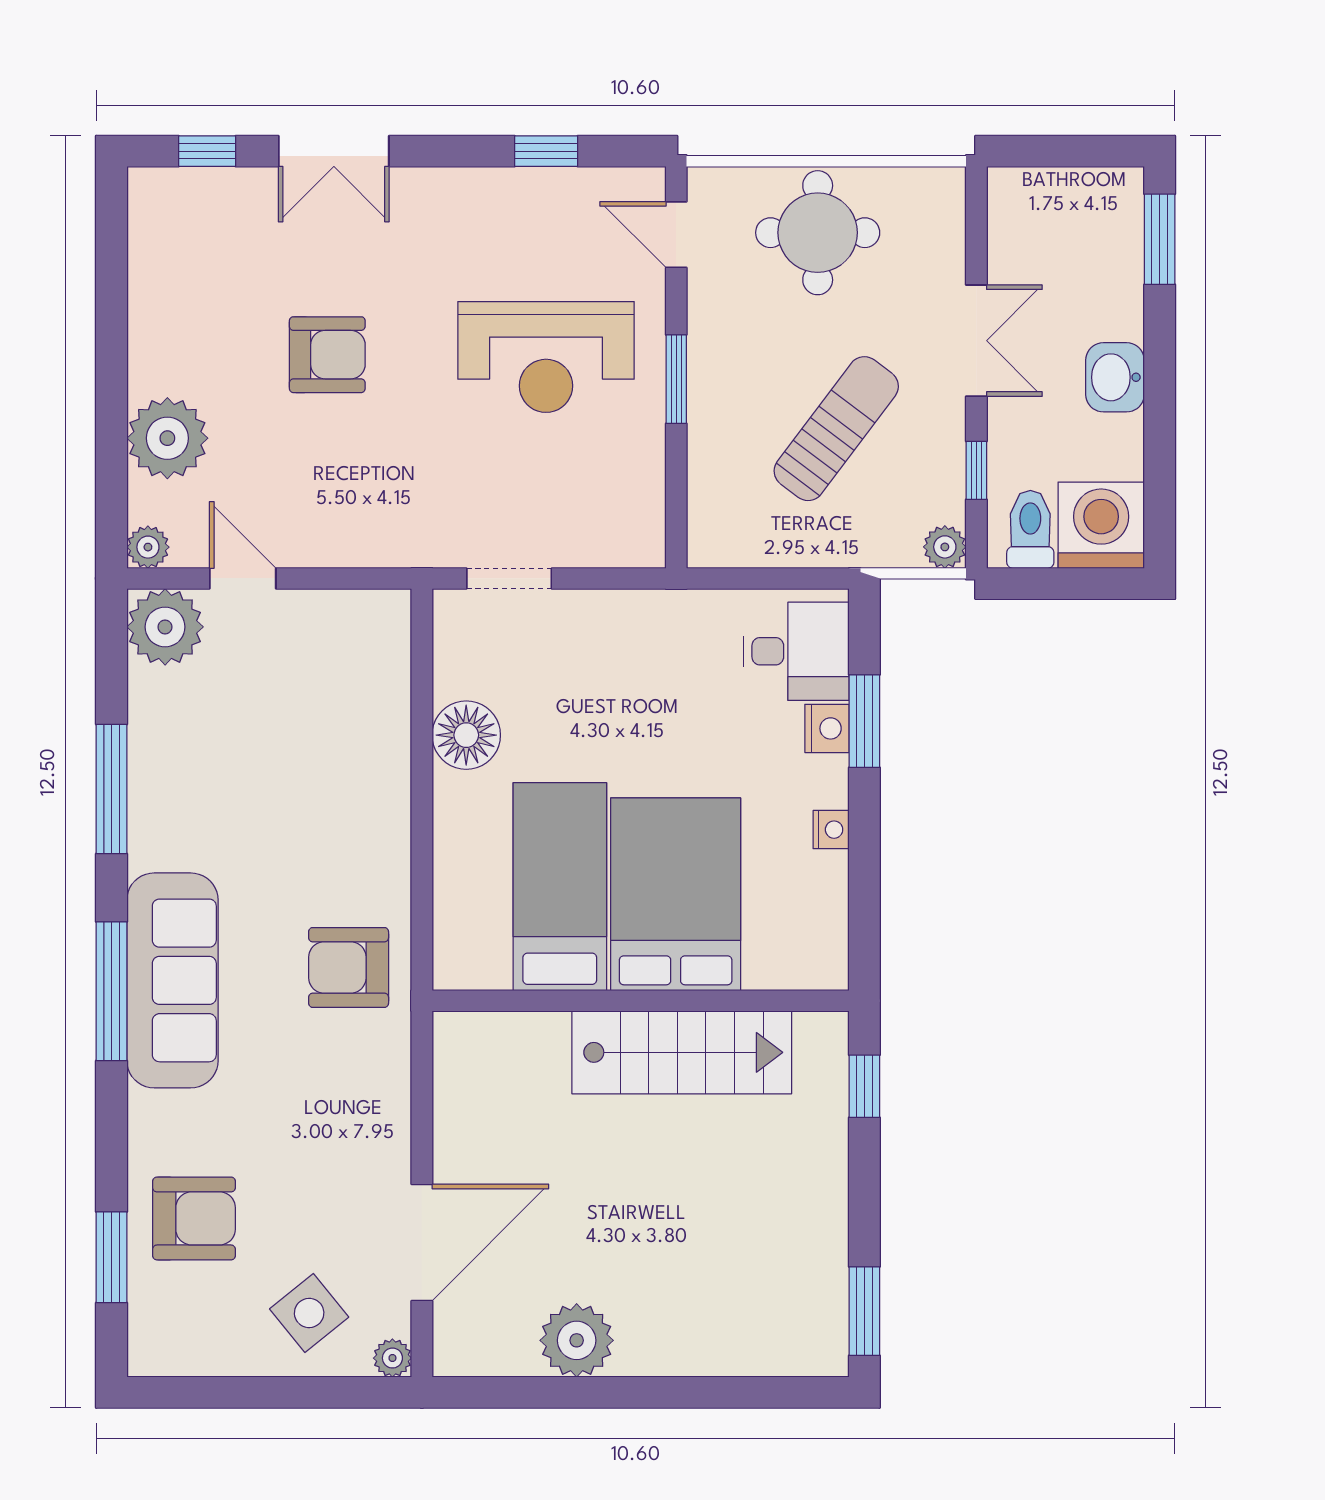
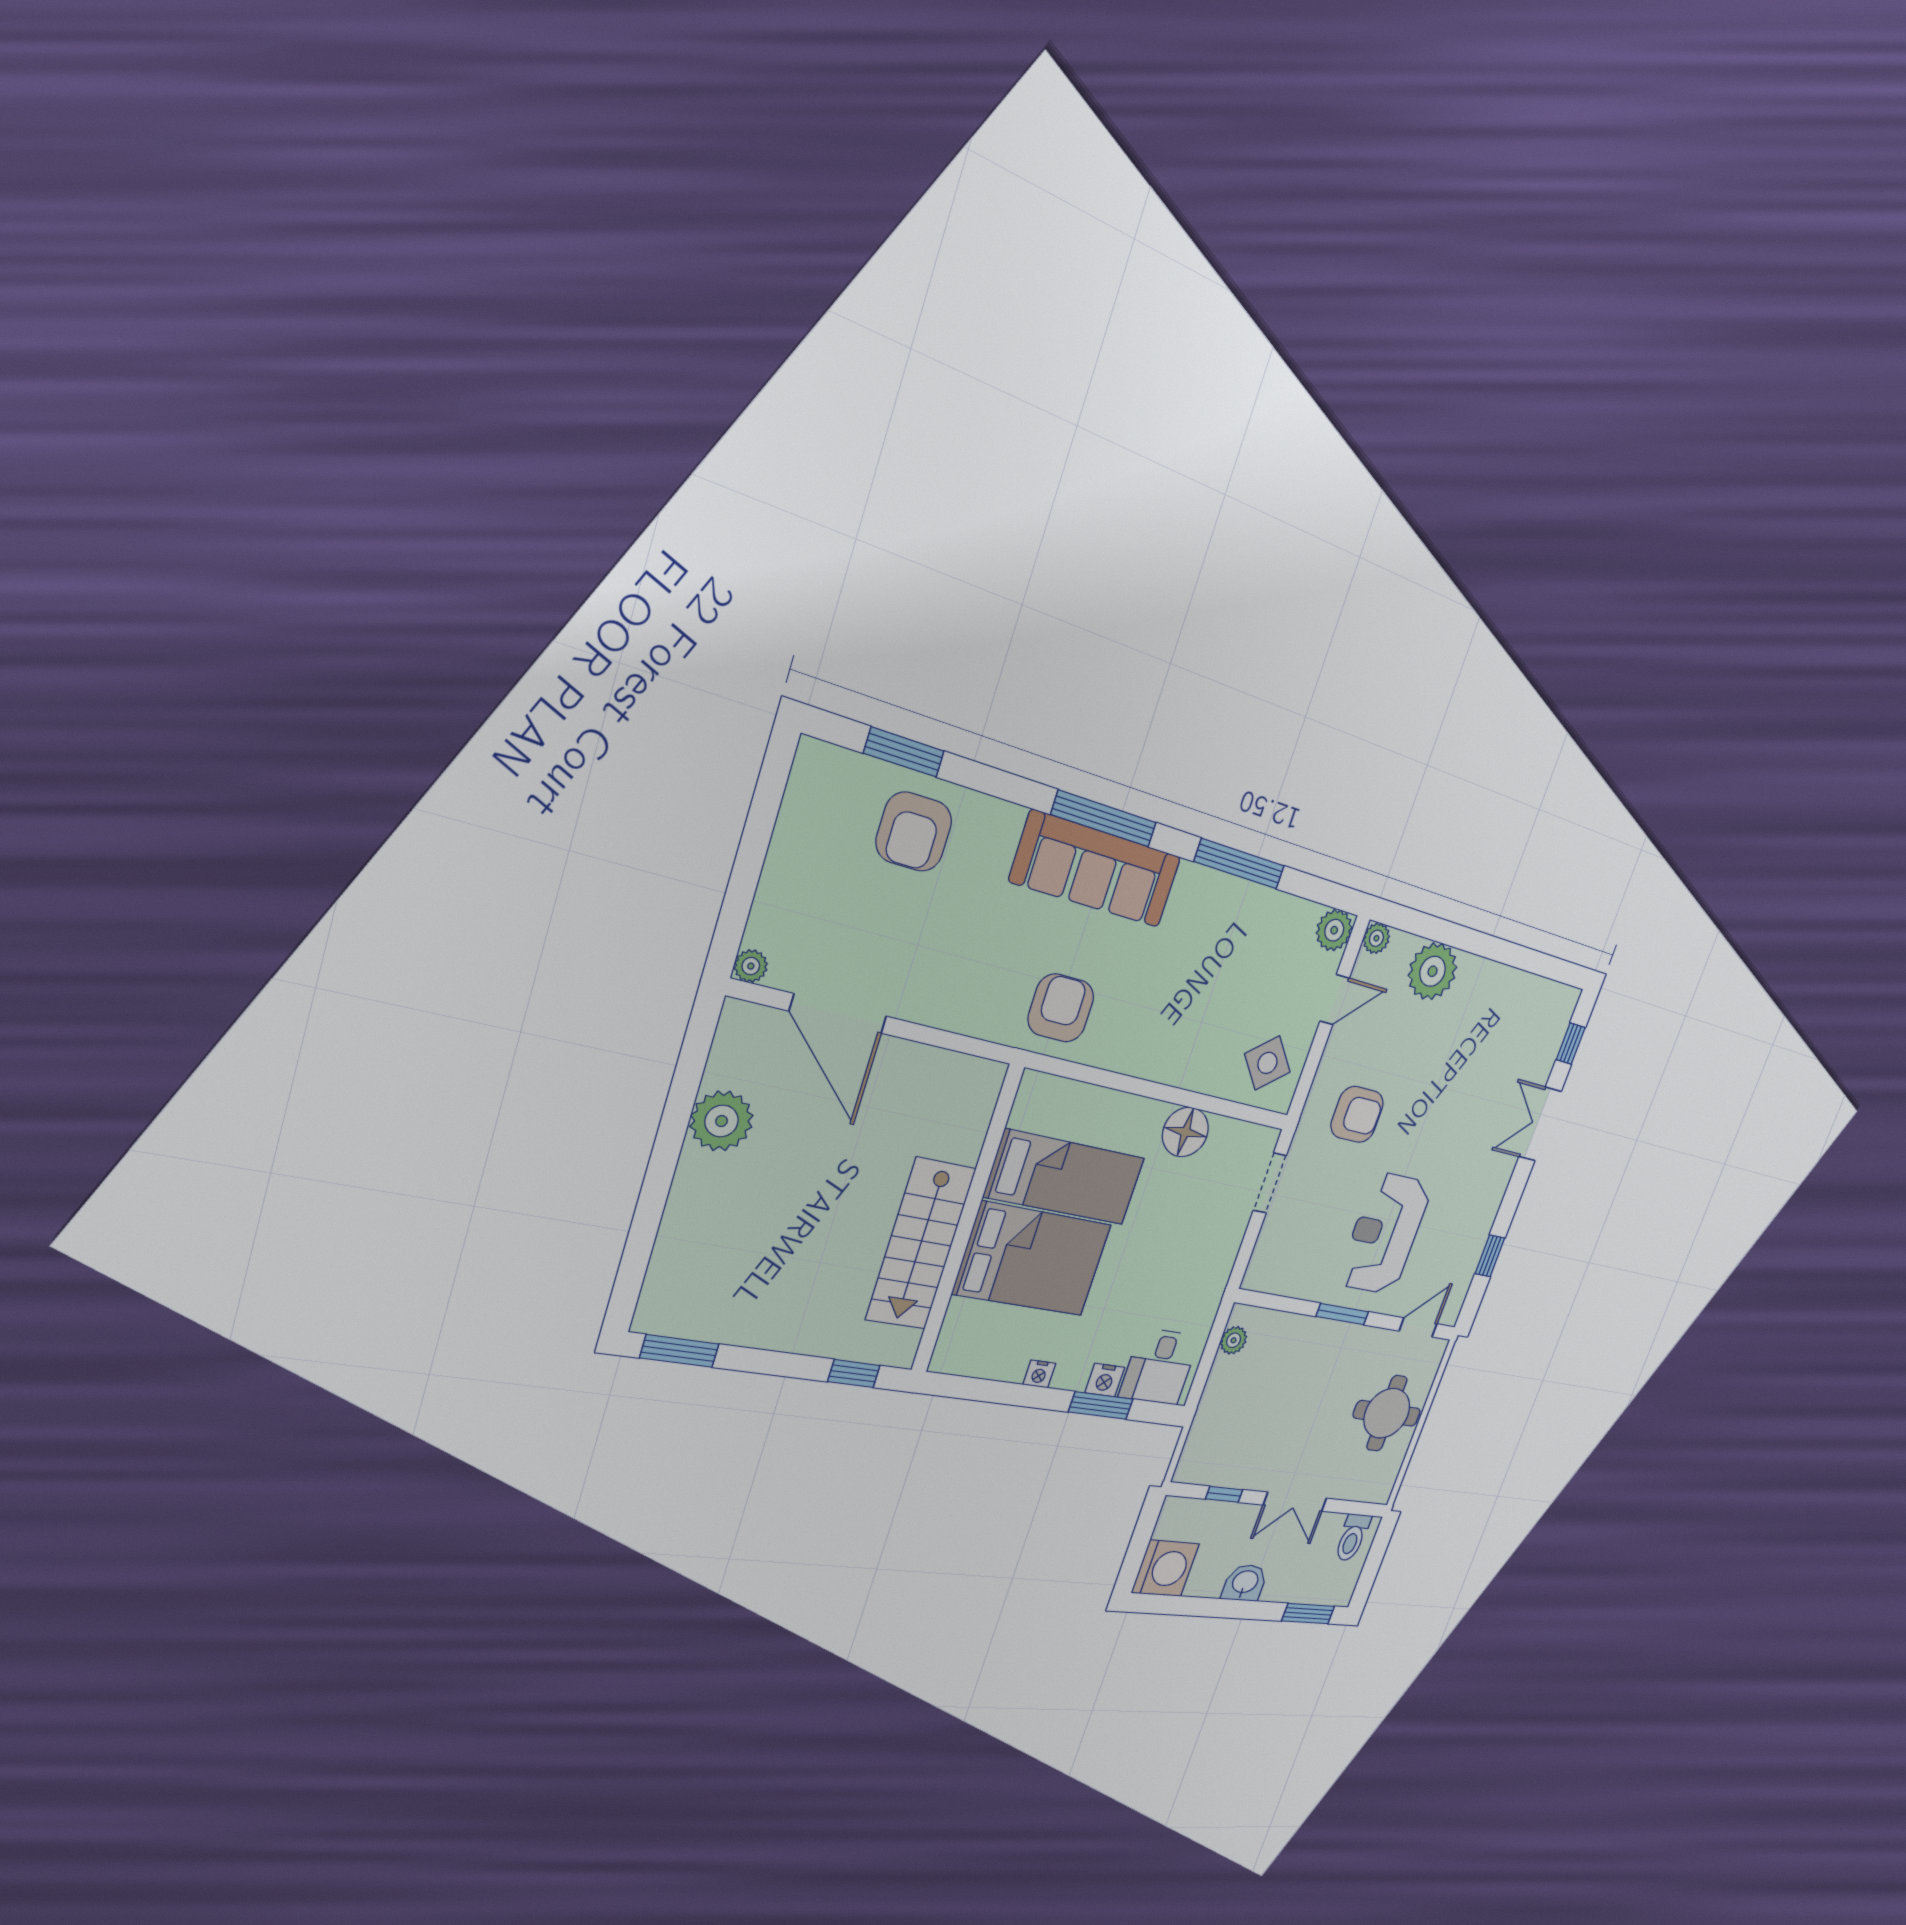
armchair: (327, 355) -> (1357, 1114), moved, turned -90
sun lounger: (836, 429) -> (1279, 1410), removed
toilet: (1030, 529) -> (1352, 1537), moved, turned 90
plant: (945, 547) -> (1234, 1340), moved
plant: (165, 627) -> (1334, 930), width x0.73, depth x0.73
side table: (309, 1313) -> (1267, 1063), moved

